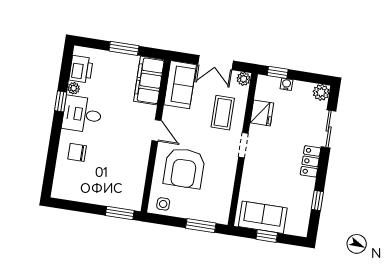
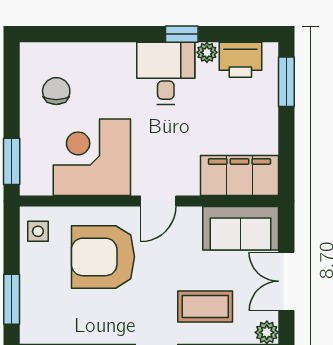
window: (124, 48) -> (286, 82), moved
chair: (77, 152) -> (56, 91), moved
corner desk: (125, 165) -> (92, 157), added

